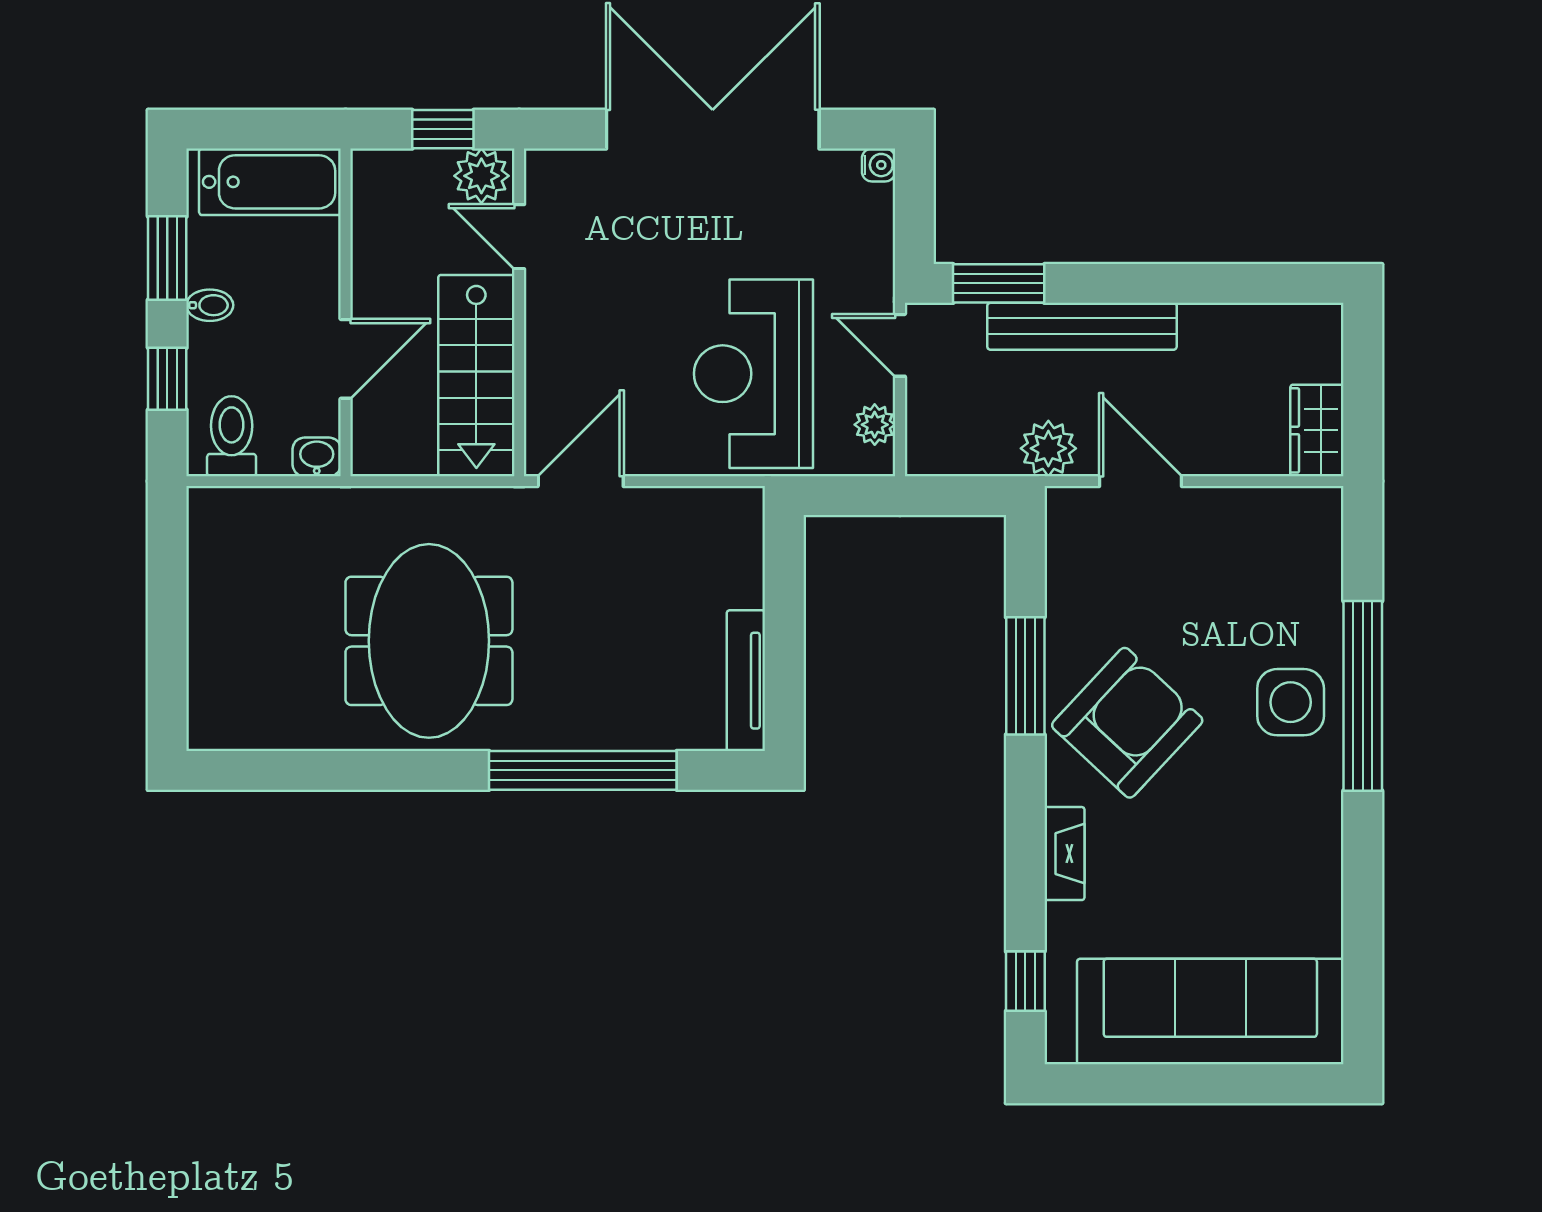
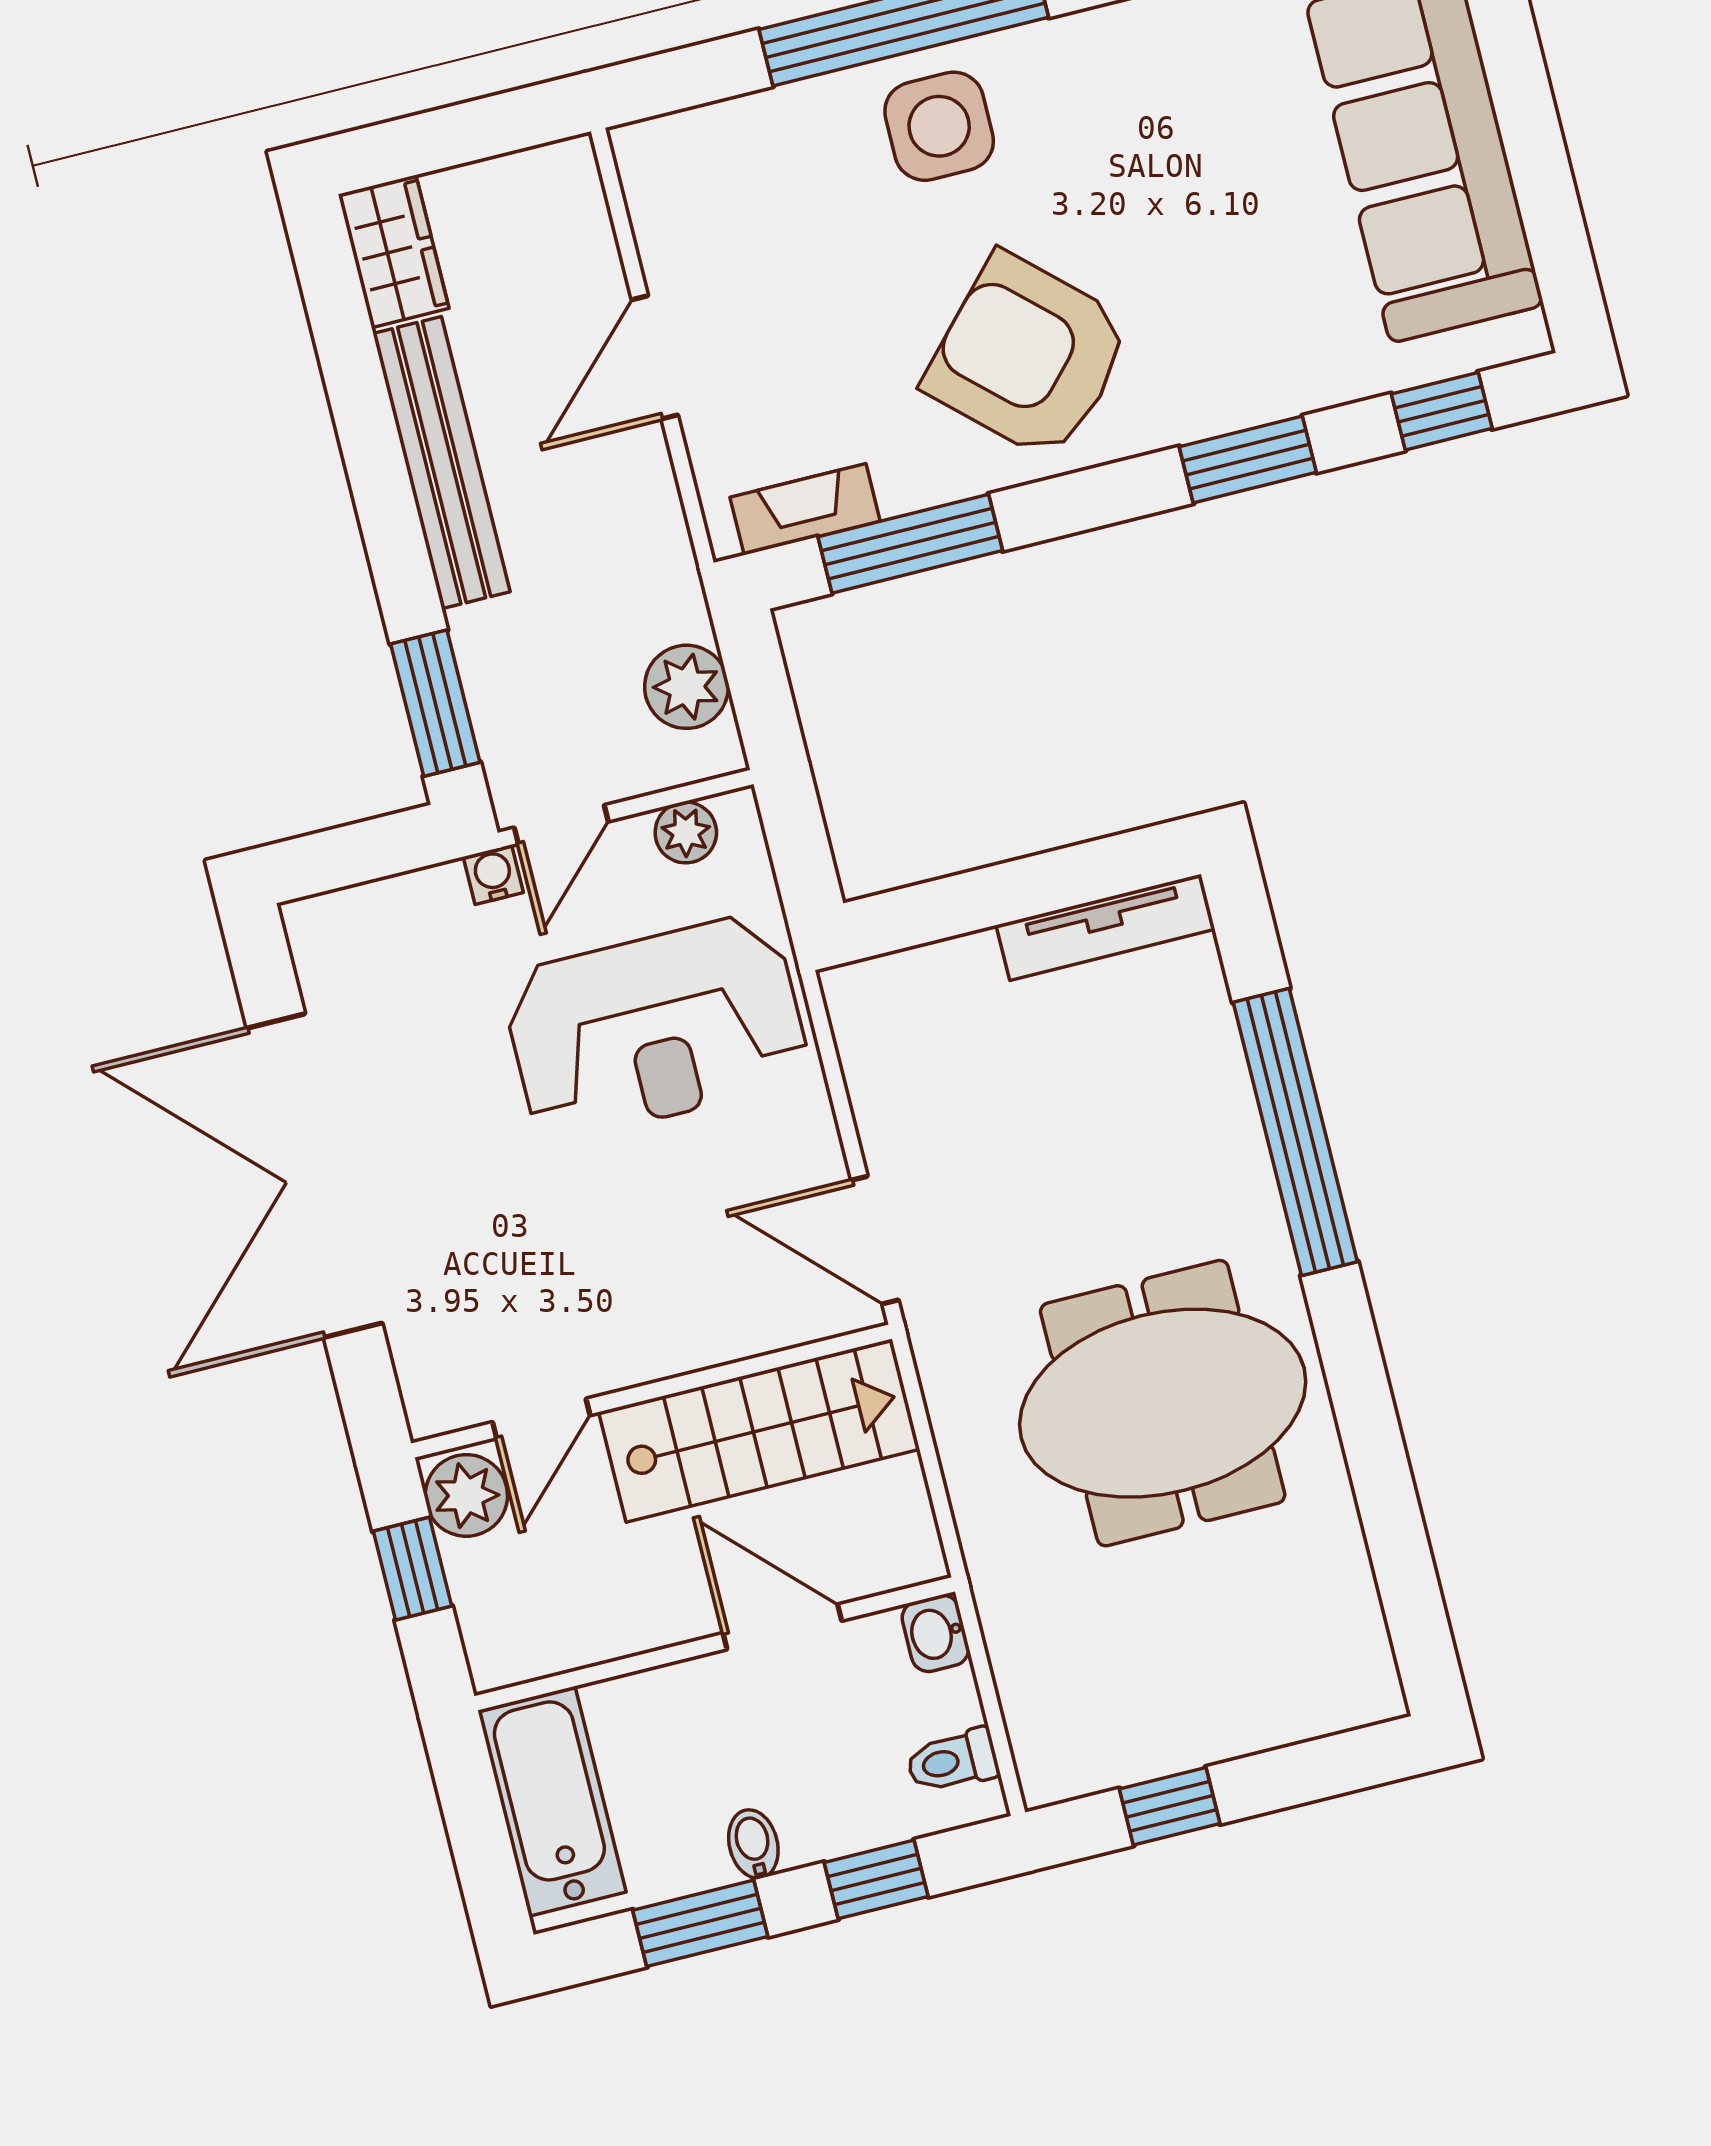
water cooler: (879, 165) -> (493, 875), moved
bench: (1082, 326) -> (442, 463), moved
wardrobe: (1317, 430) -> (394, 251), moved, turned -90
toilet: (232, 436) -> (952, 1761), width x0.73, depth x0.72
plant: (1048, 448) -> (686, 687), moved
door: (1140, 481) -> (655, 357), moved
window: (167, 580) -> (1170, 1806), added
window: (1025, 676) -> (910, 544), moved
window: (1025, 848) -> (1248, 460), added
fireplace: (1065, 854) -> (805, 509), moved

